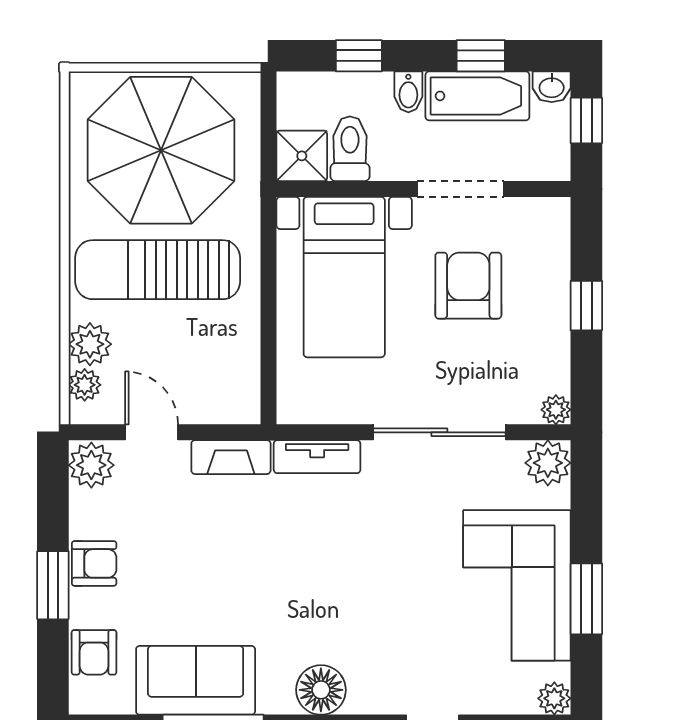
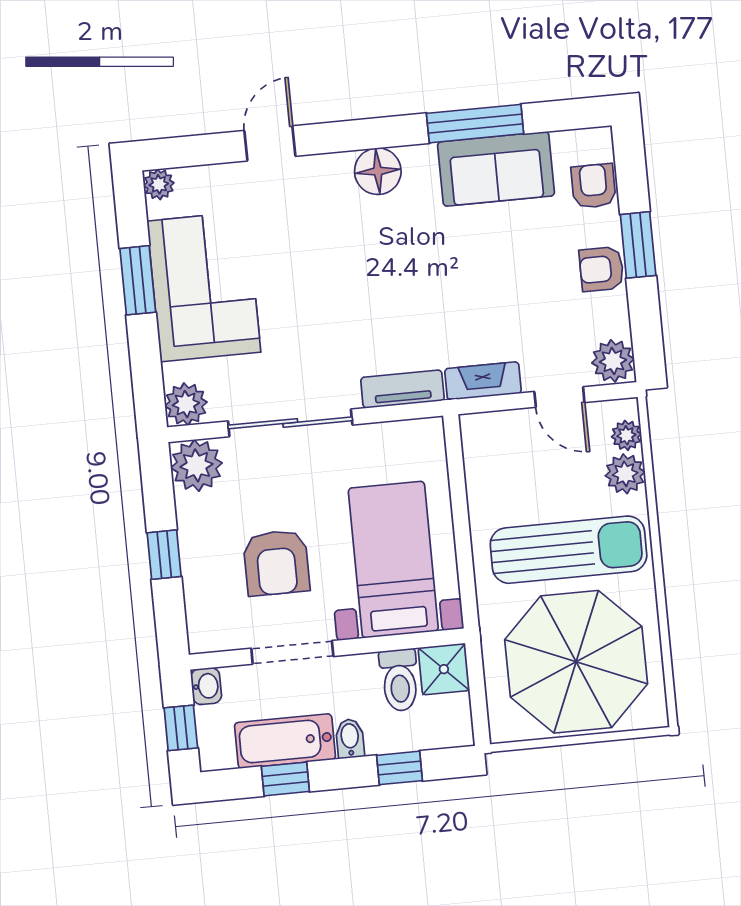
washbasin: (552, 87) -> (206, 686), moved, turned 90
plant: (556, 410) -> (196, 465), width x1.88, depth x1.88

